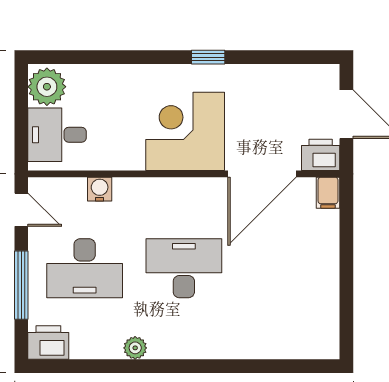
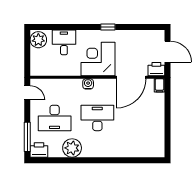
desk: (57, 135) -> (64, 42), moved, turned 90
water cooler: (100, 189) -> (88, 84), moved
window: (21, 285) -> (27, 137), moved
plant: (135, 348) -> (72, 148), width x1.87, depth x1.87

